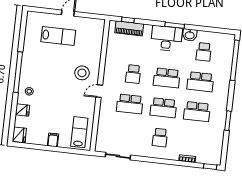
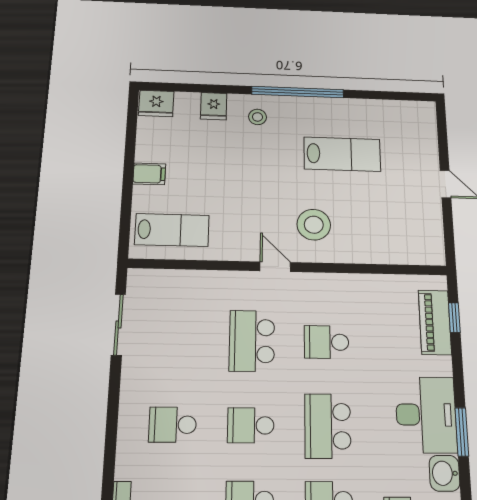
lab bench: (58, 36) -> (342, 154), moved, turned -90
school desk: (163, 108) -> (251, 425), width x0.54

